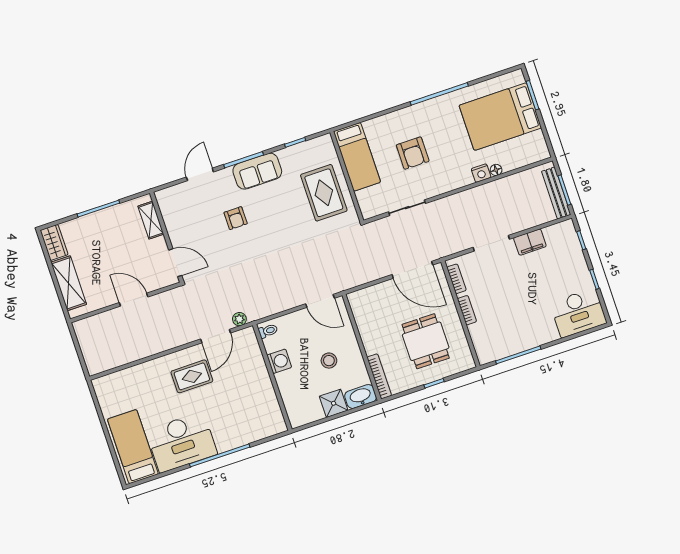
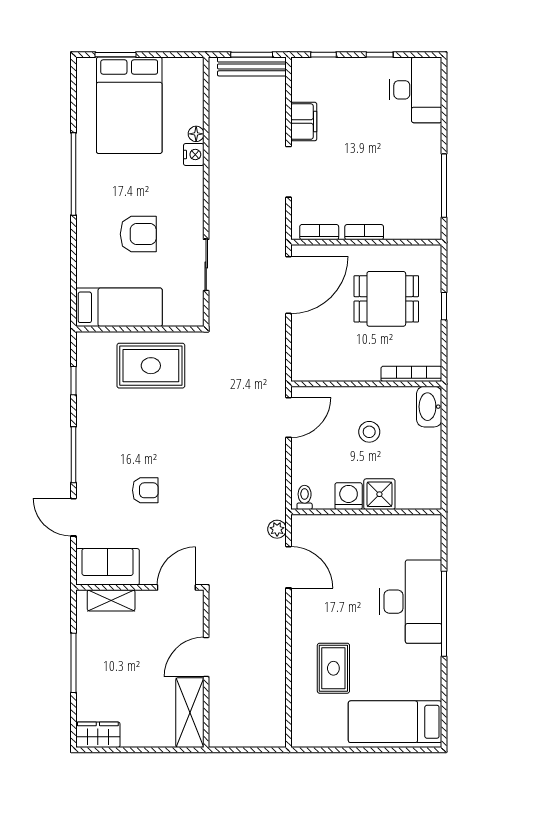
sofa: (257, 171) -> (108, 567), moved, turned -90
shelving: (69, 283) -> (190, 713), moved, turned 90
rug: (192, 376) -> (333, 668), moved
shower: (334, 403) -> (379, 494), moved
desk: (182, 442) -> (410, 602), moved

